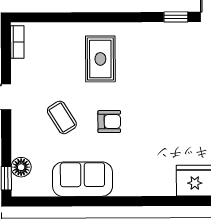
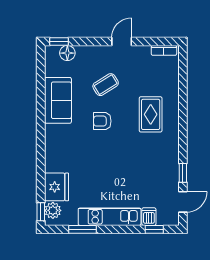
rug: (100, 59) -> (151, 114), turned 90
armchair: (109, 122) -> (102, 121), turned 90

